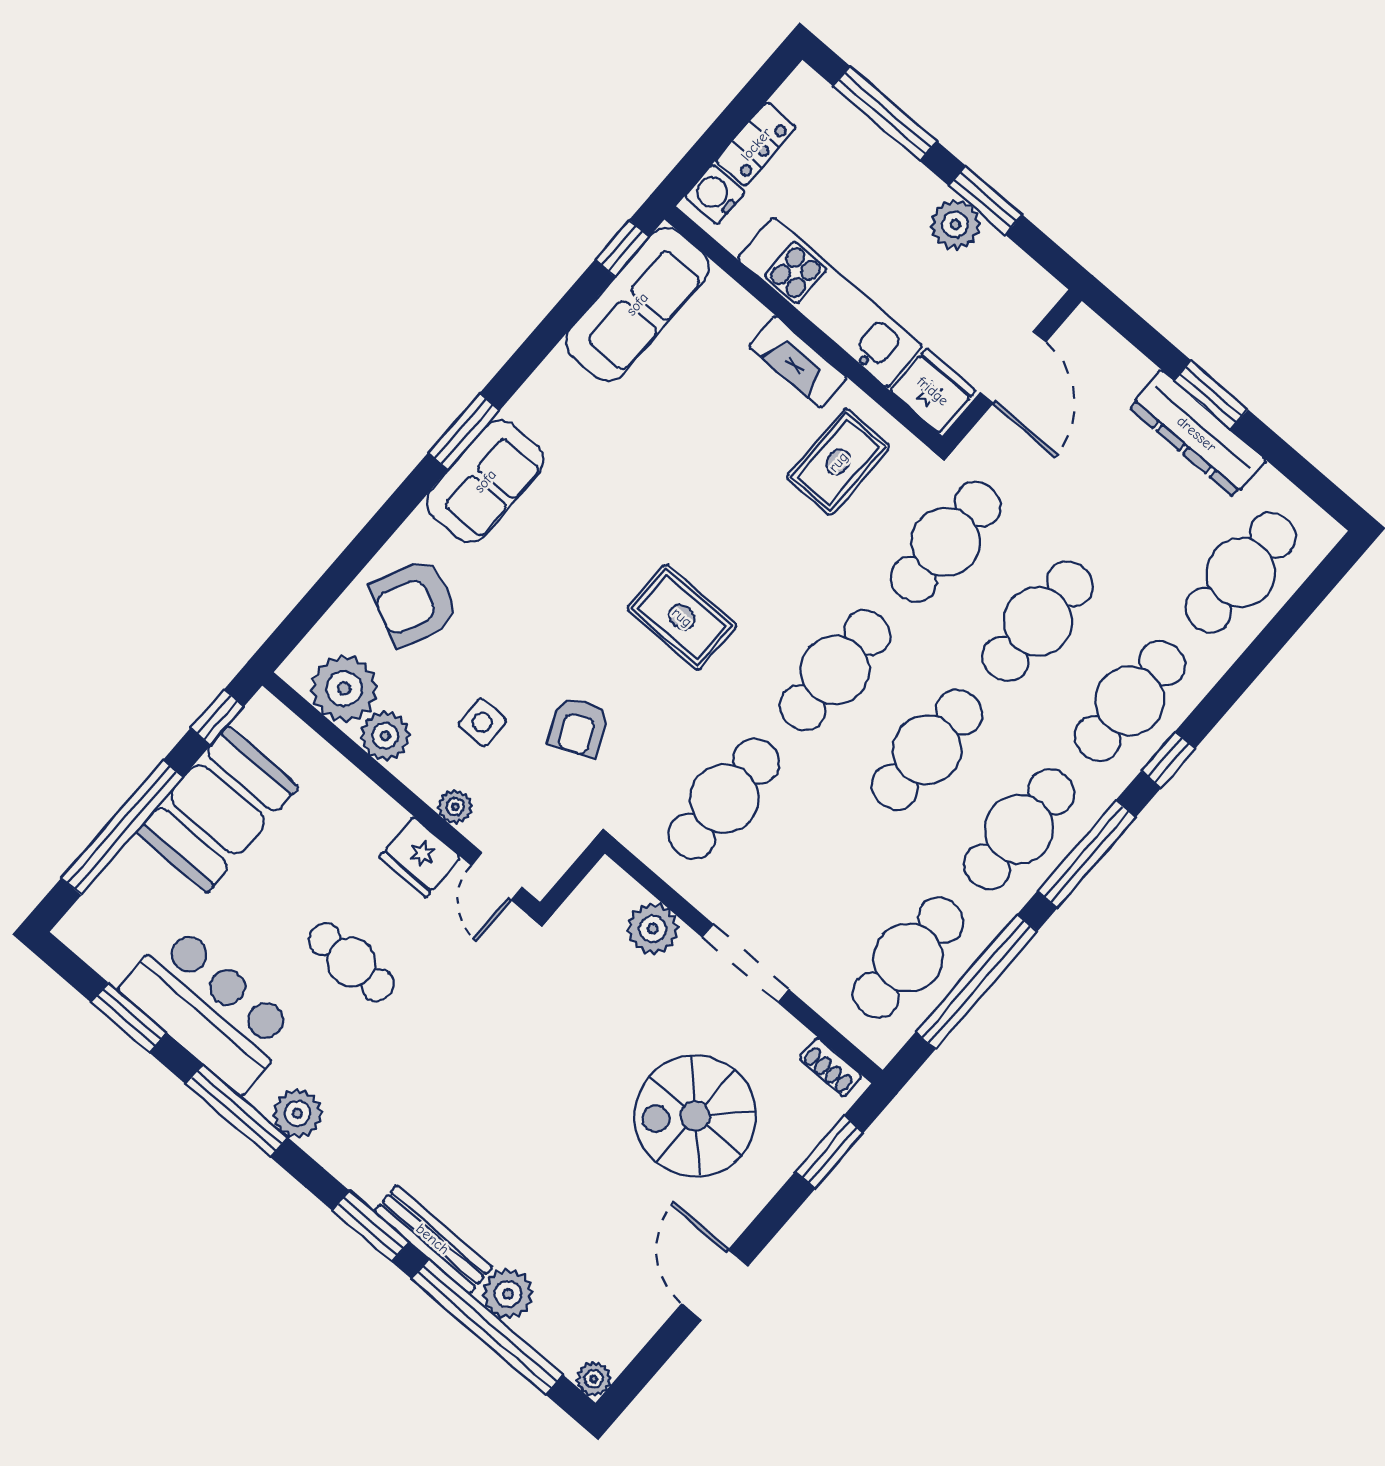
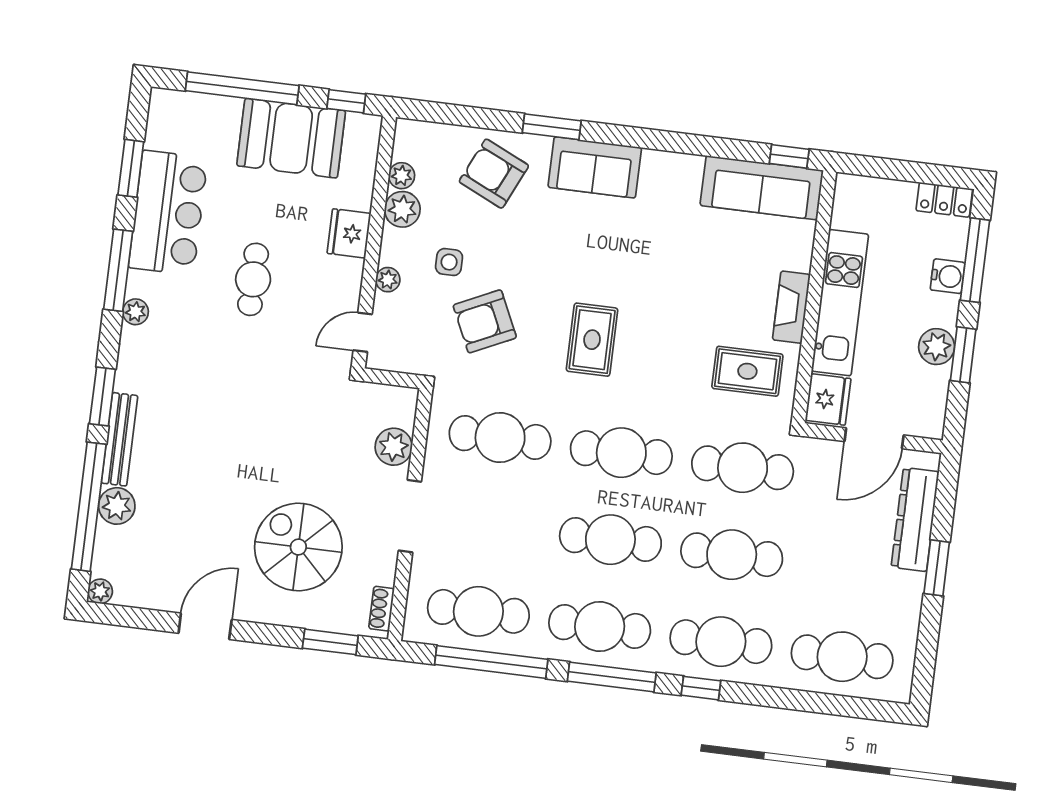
locker: (756, 144) -> (944, 200), moved
water cooler: (715, 195) -> (948, 276), moved, turned 90
window: (464, 431) -> (552, 127), moved
dresser: (1197, 434) -> (915, 519), moved
plant: (344, 688) -> (402, 176), width x0.53, depth x0.53
armchair: (578, 727) -> (485, 321), width x1.38, depth x1.38
fridge: (420, 857) -> (349, 233), moved
plant: (298, 1113) -> (135, 312), width x0.73, depth x0.73

